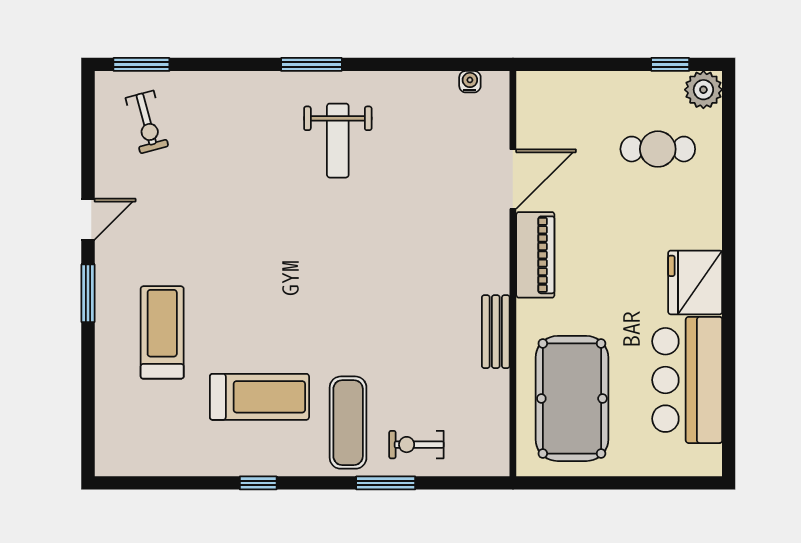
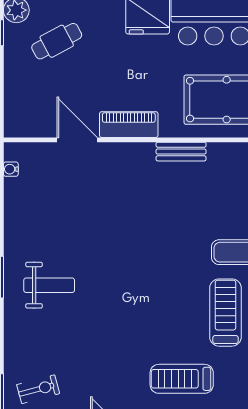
weight bench: (338, 141) -> (49, 285), moved
cafe table: (658, 149) -> (57, 41), turned 62

